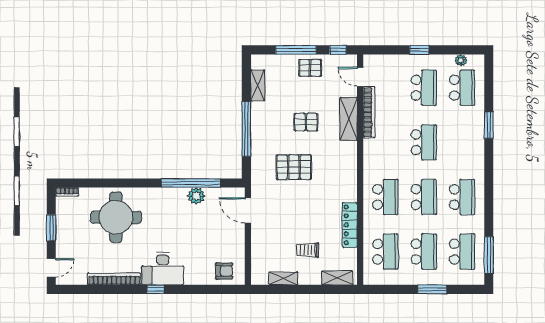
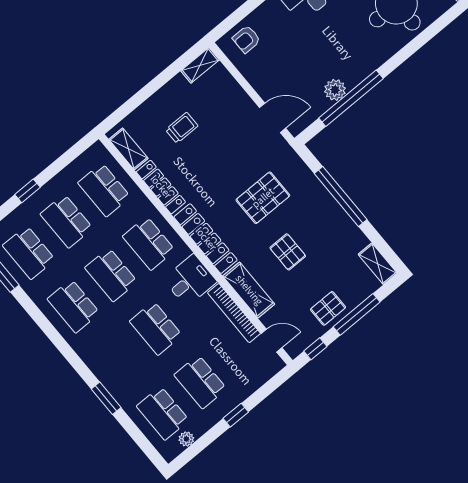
shelving: (258, 85) -> (378, 264), moved
pallet: (306, 122) -> (288, 252), turned 90
desk: (379, 154) -> (190, 280), added
locker: (349, 171) -> (206, 239), added
shelving: (283, 278) -> (200, 65), moved
shelving: (337, 278) -> (128, 149), moved, turned 90
window: (432, 289) -> (28, 191), width x0.67

